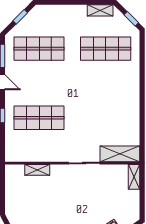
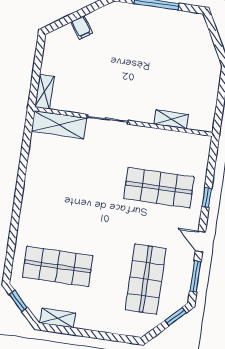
window: (20, 17) -> (176, 317), moved
shop shelf: (39, 49) -> (146, 279), turned 90

